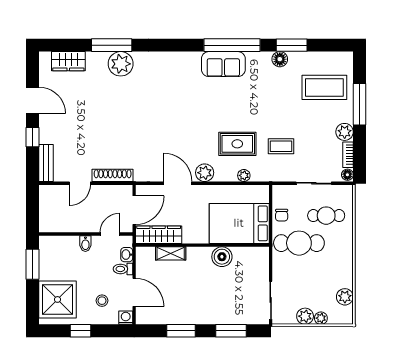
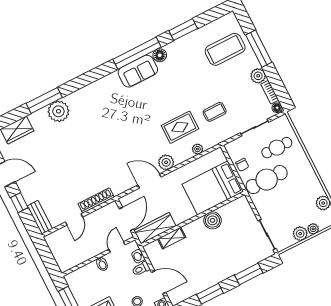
floor lamp: (280, 59) -> (160, 55), moved

